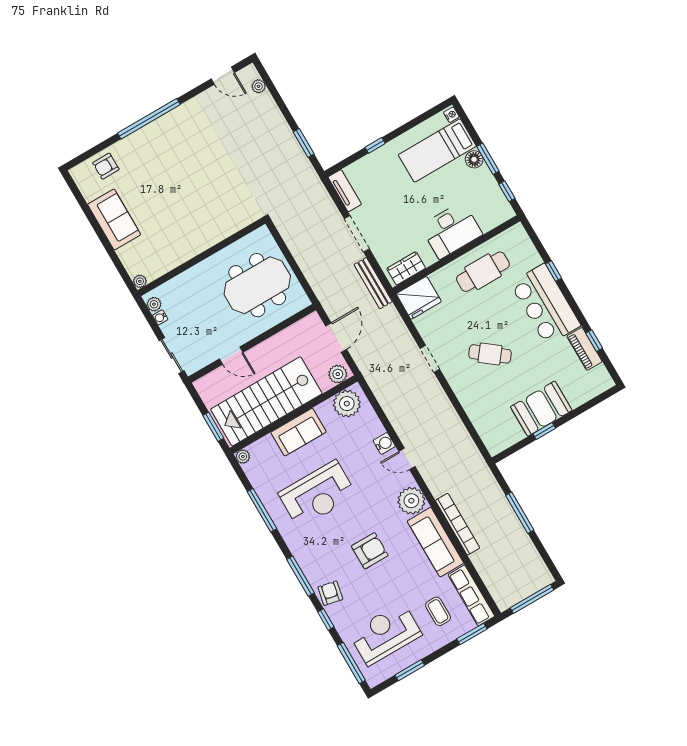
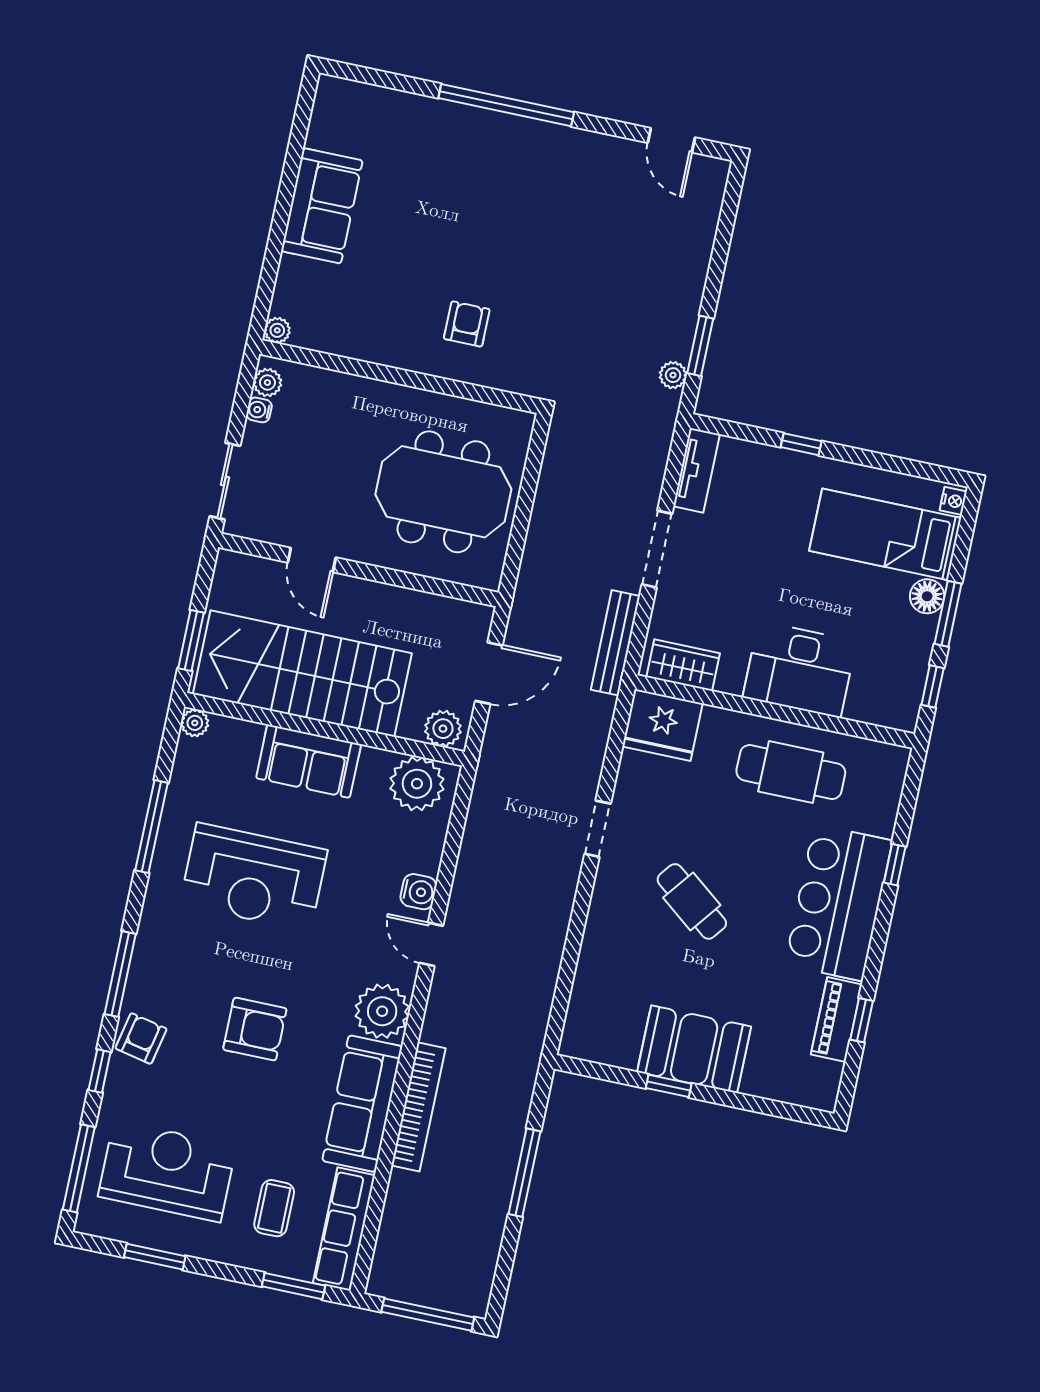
plant: (259, 86) -> (673, 375), moved
armchair: (106, 166) -> (467, 324), moved, turned 90

